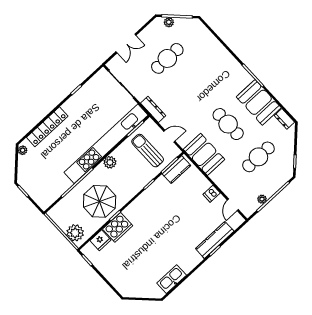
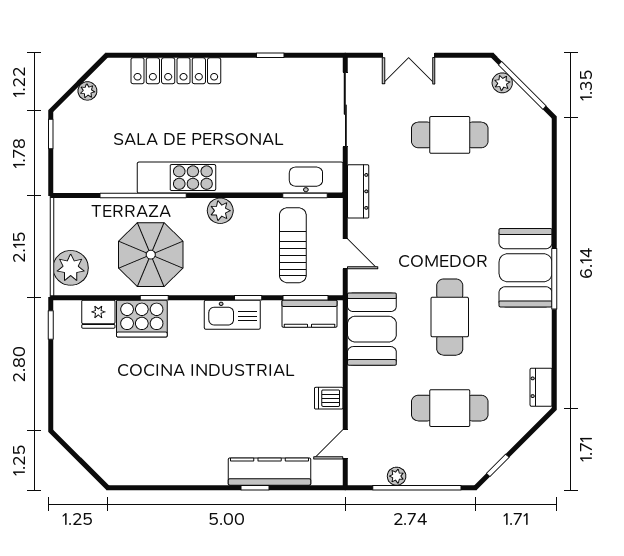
booth: (259, 102) -> (526, 268), moved
plant: (23, 150) -> (87, 91), moved
kitchen sink: (172, 279) -> (232, 315), moved, turned 180

